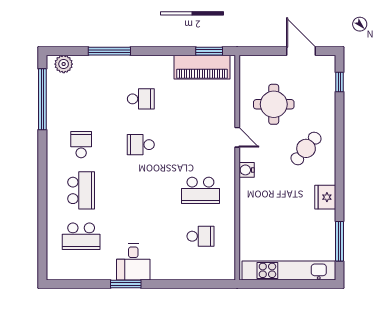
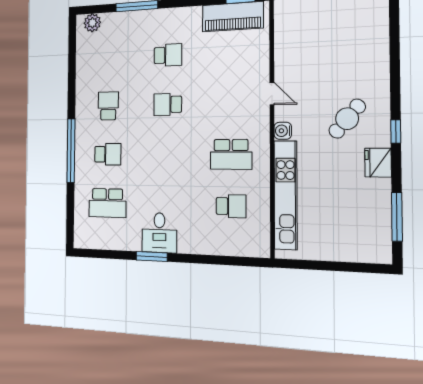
window: (339, 82) -> (396, 132), moved
window: (42, 99) -> (71, 151), moved
round table: (274, 104) -> (314, 54), removed
cafe table: (306, 148) -> (347, 119), moved
school desk: (81, 190) -> (108, 154), width x0.54
kitchen unit: (289, 270) -> (286, 195), moved, turned 90

